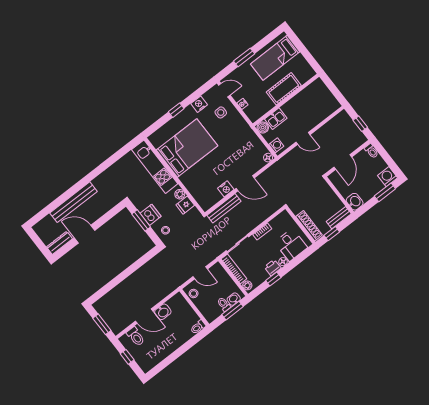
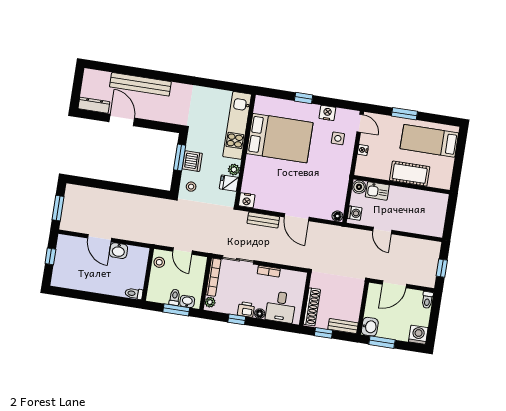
nightstand: (226, 189) -> (247, 200), moved
window: (385, 192) -> (382, 342), moved
bench: (224, 208) -> (263, 220), width x0.73
toilet: (136, 337) -> (75, 247), removed

